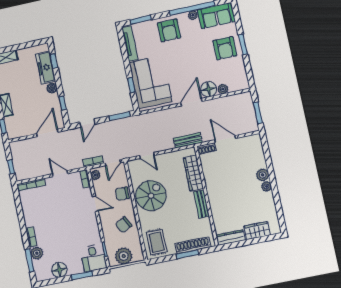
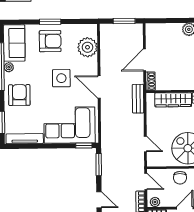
armchair: (169, 30) -> (19, 95), turned -90
side table: (192, 66) -> (61, 78), added
window: (131, 85) -> (84, 146), moved
floor lamp: (209, 89) -> (89, 66), removed
plant: (223, 89) -> (87, 47), width x1.88, depth x1.88
door: (147, 155) -> (145, 144), hinge flipped

